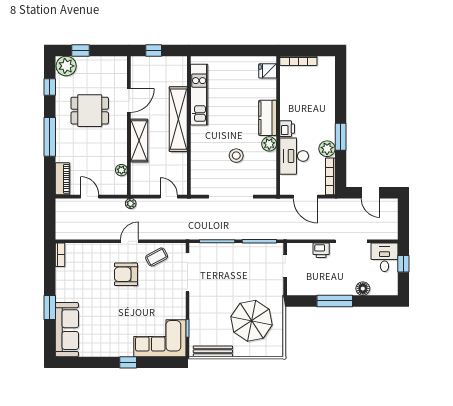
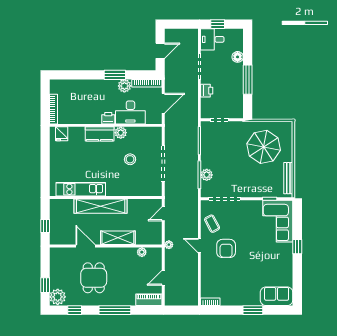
plant: (217, 250) -> (207, 175), added
sofa: (67, 330) -> (277, 296), width x0.73

